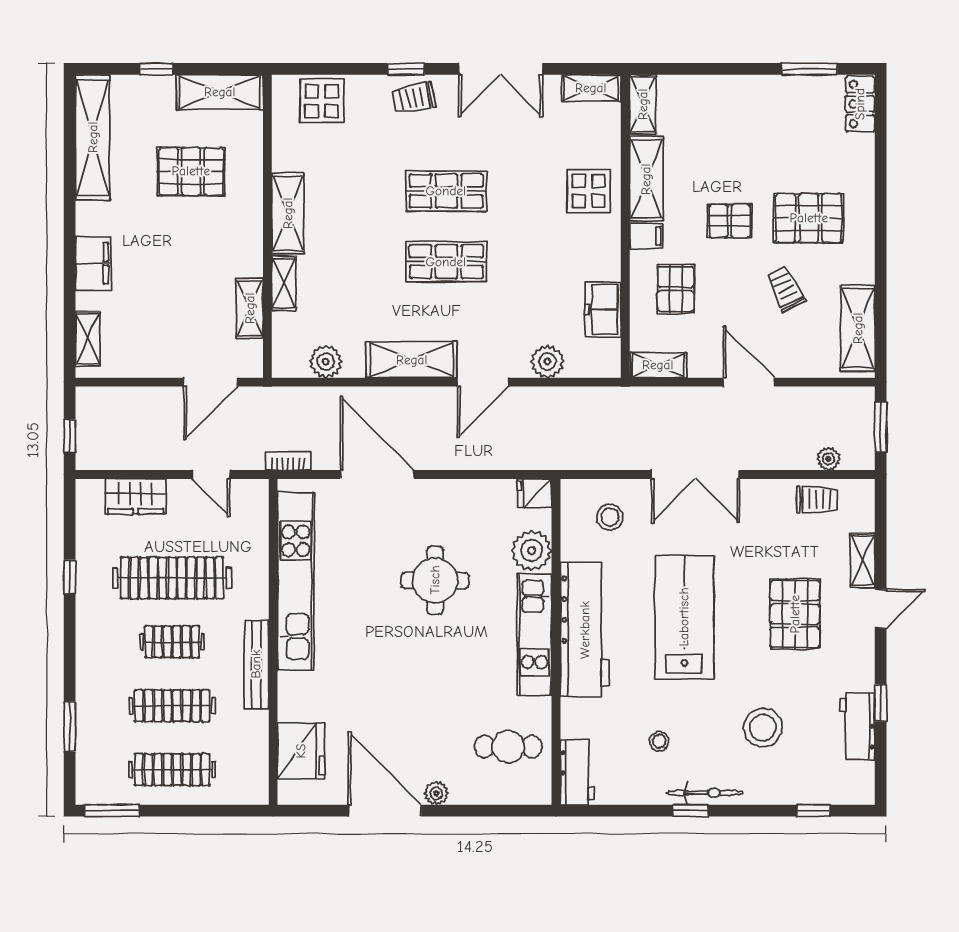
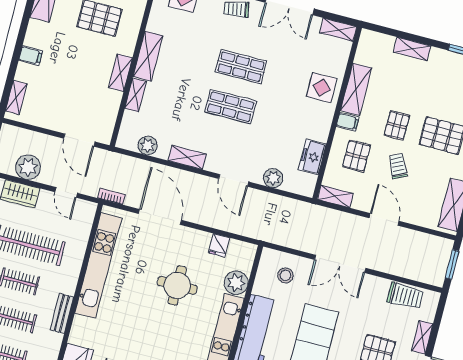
shelving: (643, 104) -> (412, 49), moved, turned 90
pallet: (729, 221) -> (397, 125), turned 90
filing cabinet: (93, 263) -> (30, 56), width x0.50
trolley: (786, 289) -> (398, 166), moved
shelving: (250, 308) -> (120, 73), moved
shelving: (412, 360) -> (187, 157), width x0.67, depth x0.75
door: (211, 382) -> (79, 140), hinge flipped
door: (483, 382) -> (234, 180), hinge flipped
plant: (829, 459) -> (28, 167), moved, width x1.87, depth x1.87
fridge: (534, 493) -> (219, 245), moved, turned -90
trolley: (817, 499) -> (405, 296), width x1.36, depth x1.39
bench: (256, 664) -> (62, 313), width x0.73

